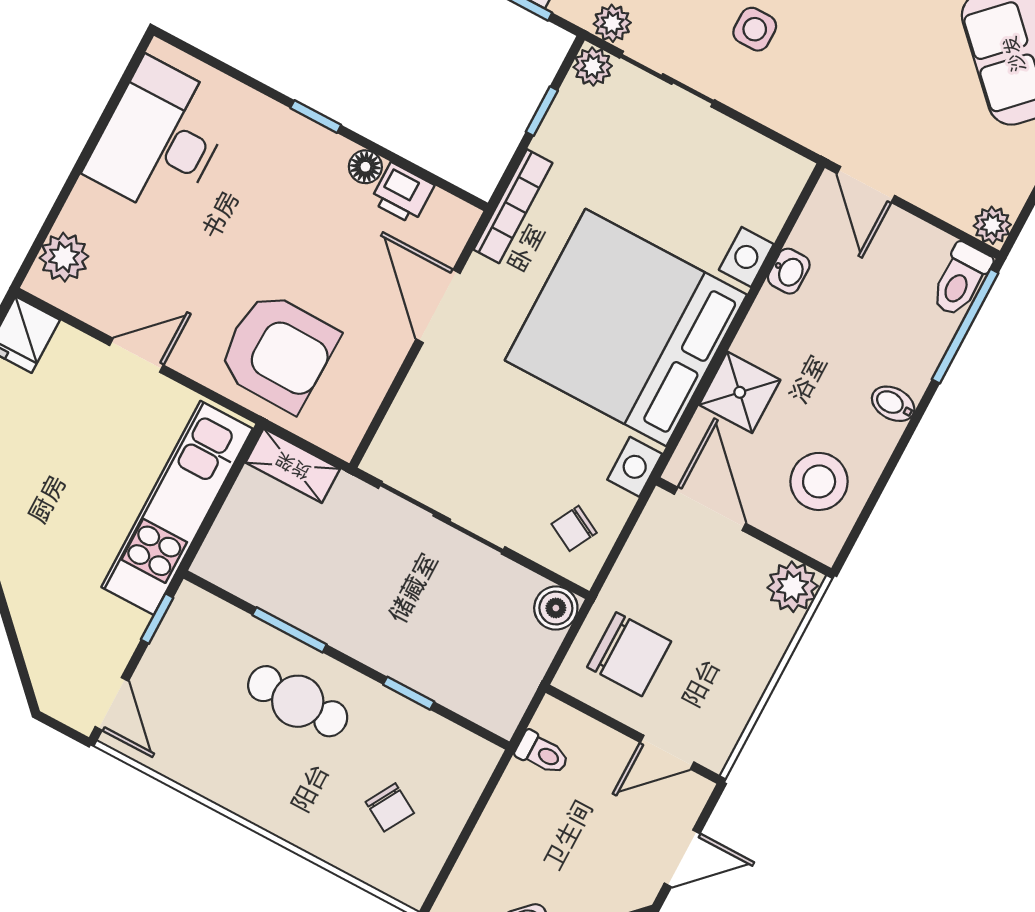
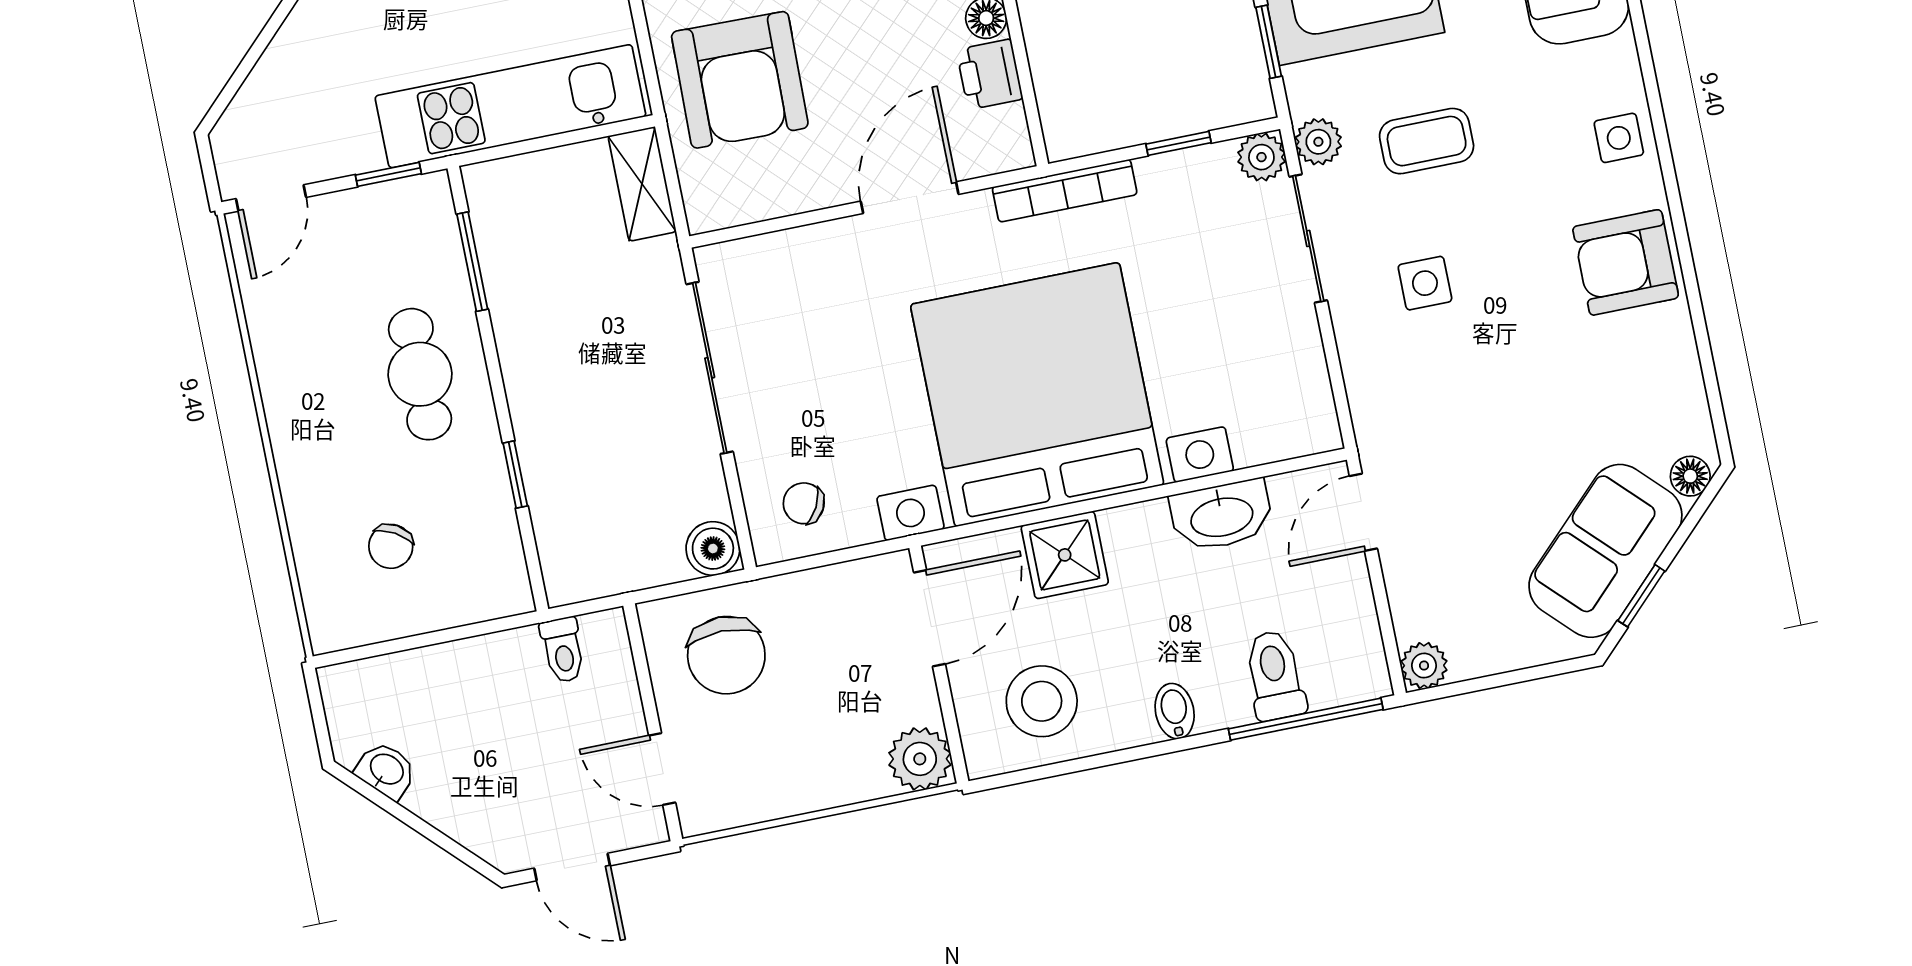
washbasin: (789, 271) -> (1222, 516), width x1.91, depth x1.45
toilet: (961, 280) -> (1275, 675), moved, turned 90
window: (290, 630) -> (472, 262), moved

